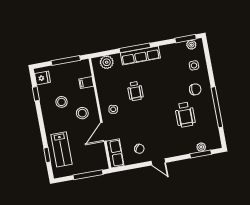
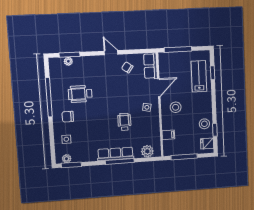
stool: (62, 102) -> (204, 124), moved
wheelchair: (185, 115) -> (80, 94), turned -90

